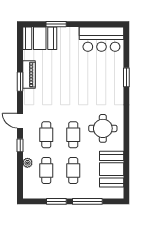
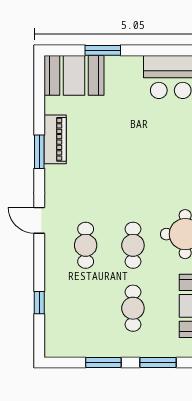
window: (20, 145) -> (39, 303), moved
plant: (27, 163) -> (52, 295), removed
cafe table: (46, 171) -> (86, 308), removed
window: (87, 201) -> (158, 363), width x0.69

